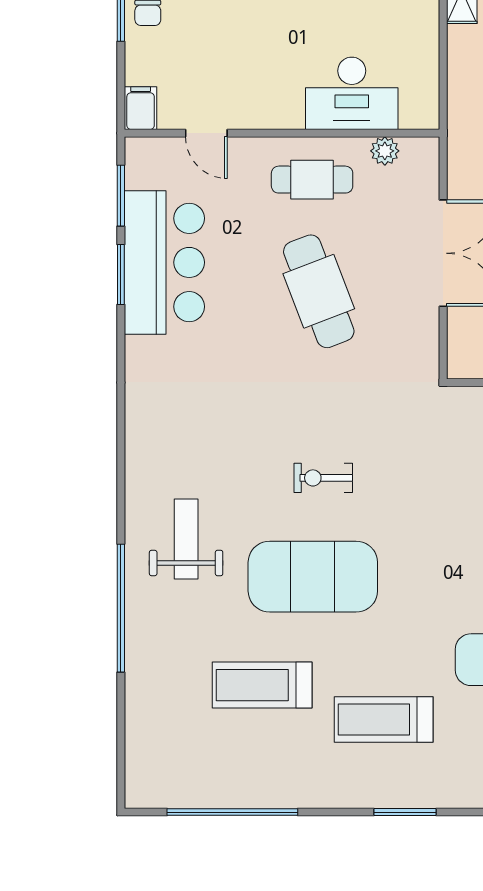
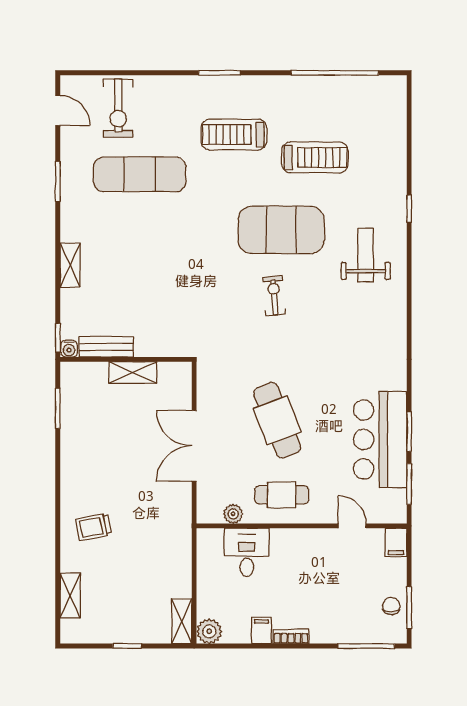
desk: (352, 93) -> (247, 552), width x0.73
exercise bike: (323, 478) -> (274, 296), turned -95
weight bench: (186, 539) -> (366, 255), turned 180
window: (121, 608) -> (409, 209), width x0.32
treadmill: (384, 720) -> (234, 134), turned 180

